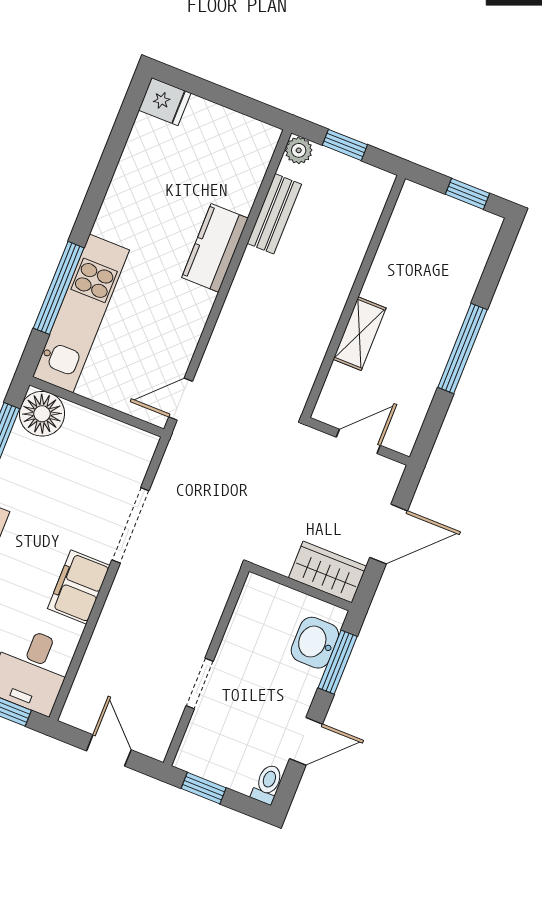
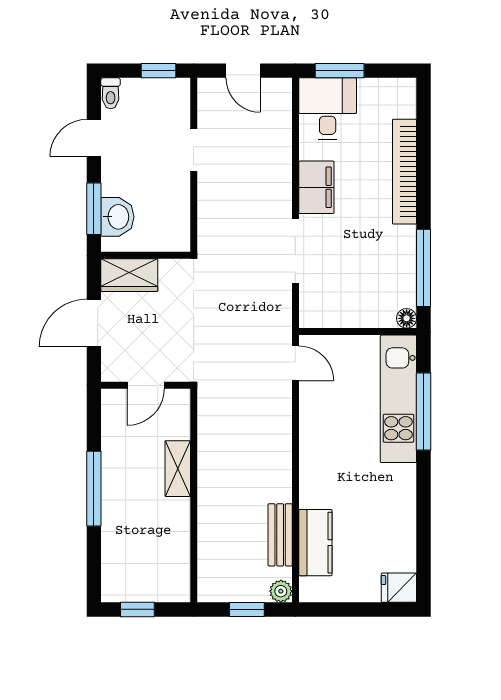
kitchen counter: (215, 248) -> (315, 543), moved
door: (181, 399) -> (295, 363), hinge flipped
floor lamp: (42, 414) -> (407, 318), width x0.53, depth x0.53

